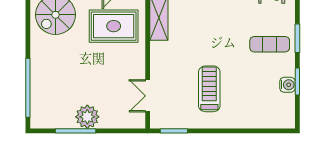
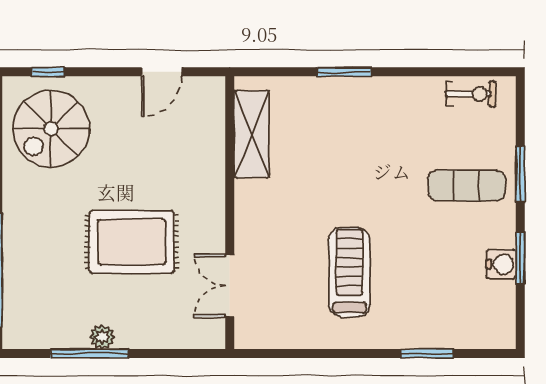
rug: (114, 26) -> (132, 242), moved
plant: (87, 117) -> (102, 337), width x0.53, depth x0.53
window: (174, 131) -> (427, 354), moved

